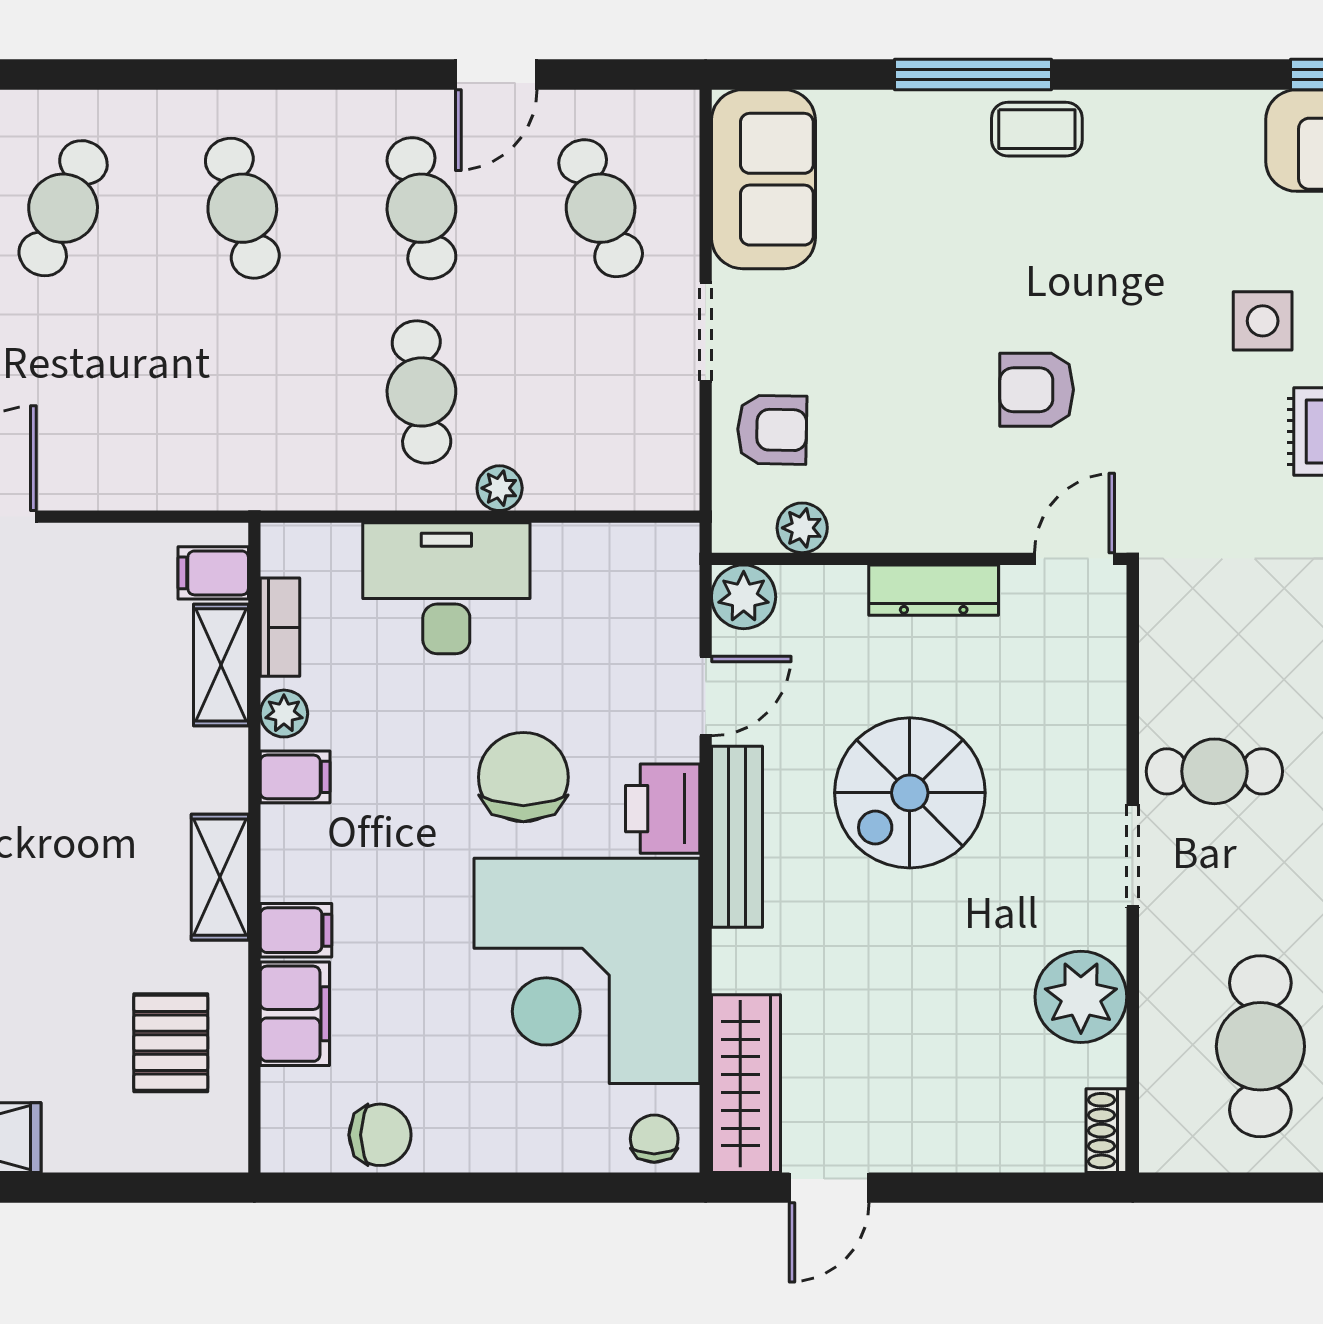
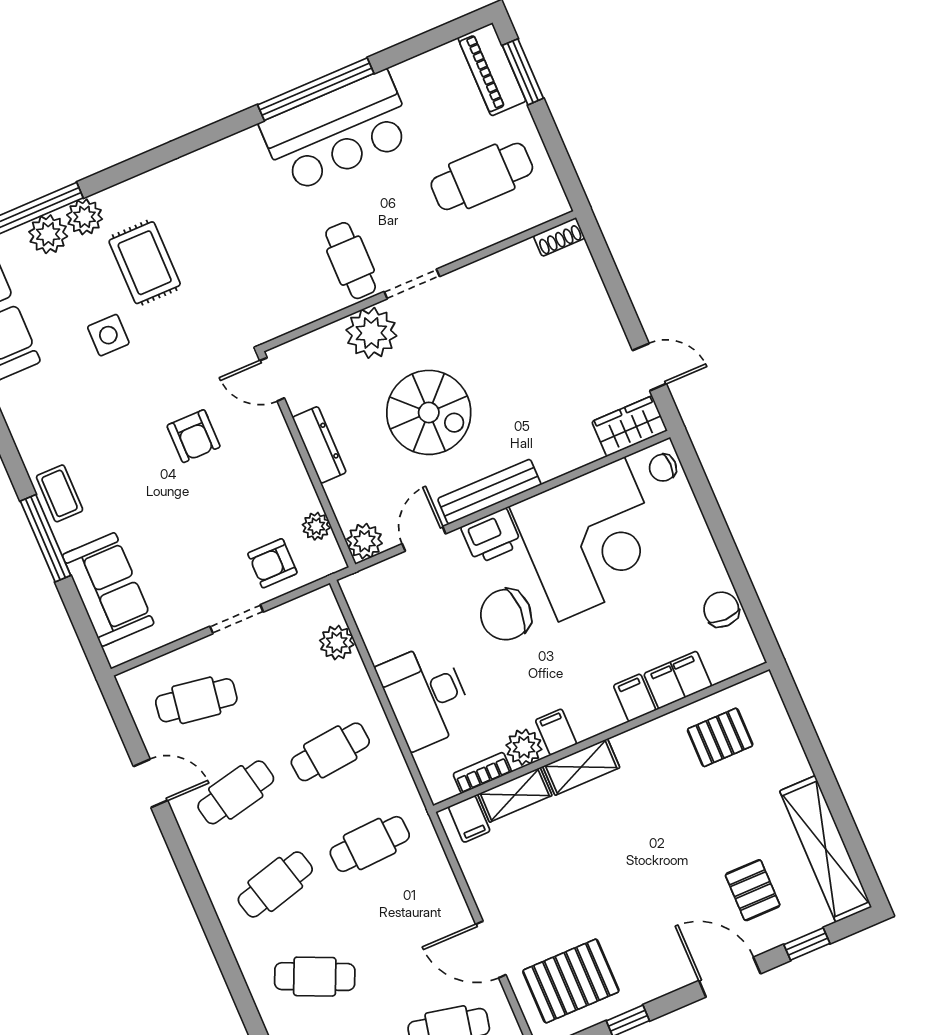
sofa: (763, 179) -> (108, 589), moved, turned 90
cafe table: (601, 208) -> (196, 700), turned 30
cafe table: (242, 392) -> (370, 844), added
armchair: (772, 430) -> (272, 563), turned -91
plant: (500, 488) -> (337, 643), moved, width x1.38, depth x1.38
door: (706, 696) -> (424, 539), hinge flipped
plant: (284, 714) -> (524, 747), width x1.38, depth x1.38
shelving: (220, 877) -> (581, 767), moved
plant: (1081, 997) -> (371, 333), moved
wardrobe: (746, 1084) -> (630, 426), width x0.67

